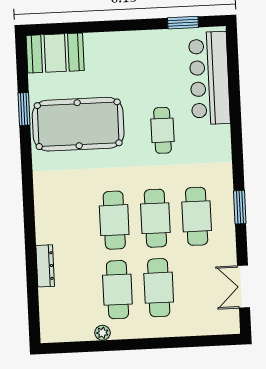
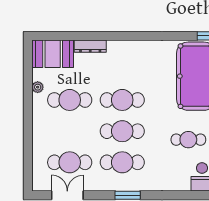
cafe table: (159, 288) -> (70, 162), moved
booth: (58, 315) -> (53, 54), added

